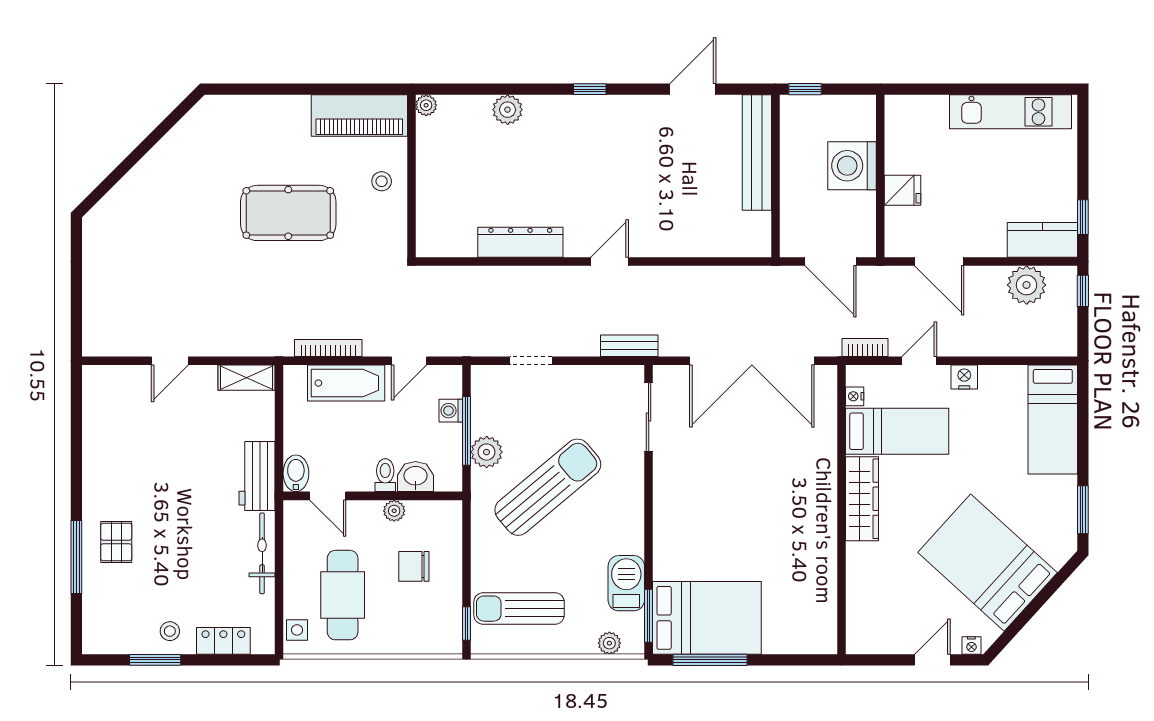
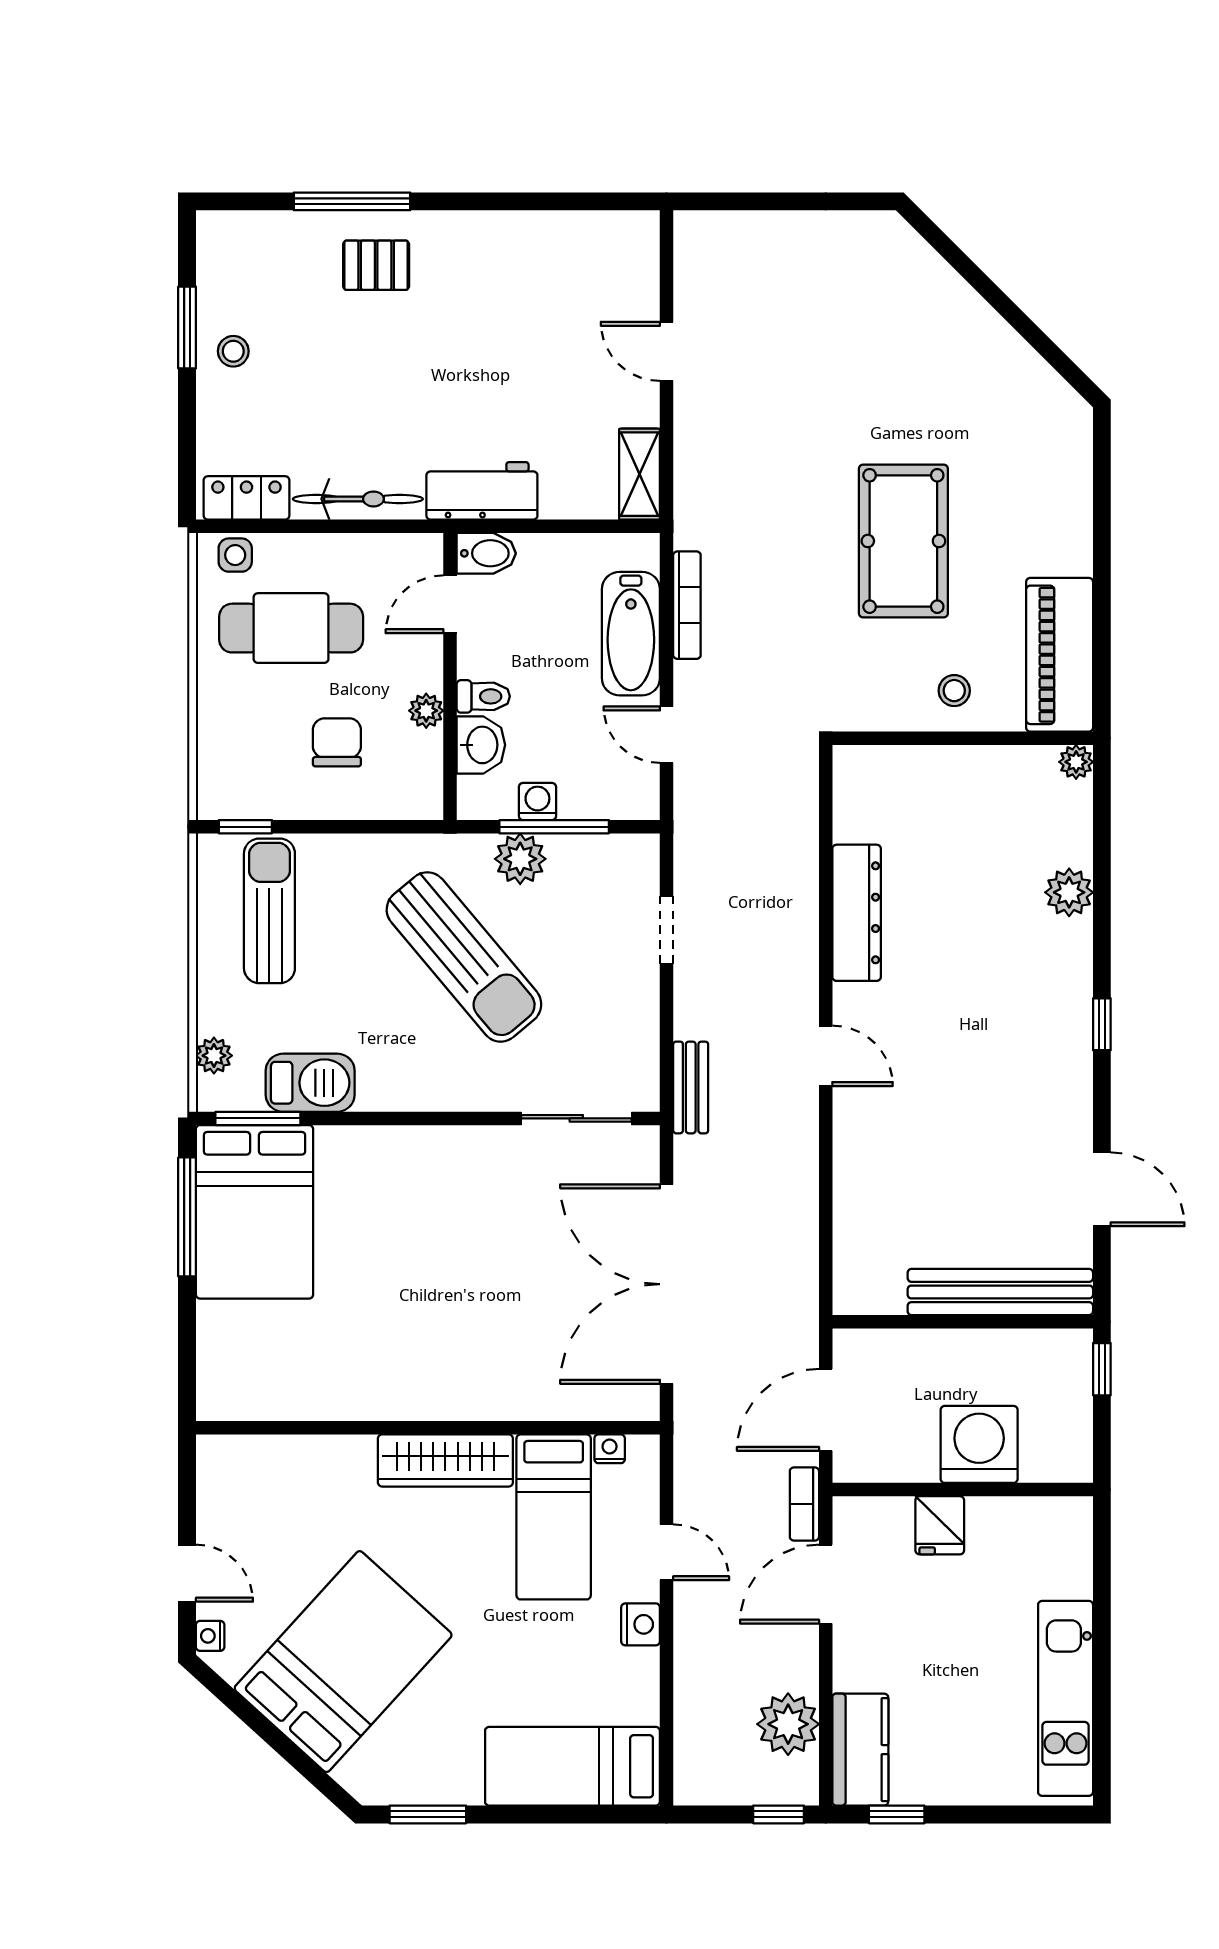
bookcase: (865, 347) -> (804, 1504), moved, turned 180
washing machine: (451, 411) -> (537, 802), moved
locker: (223, 641) -> (246, 498), moved, turned -90

